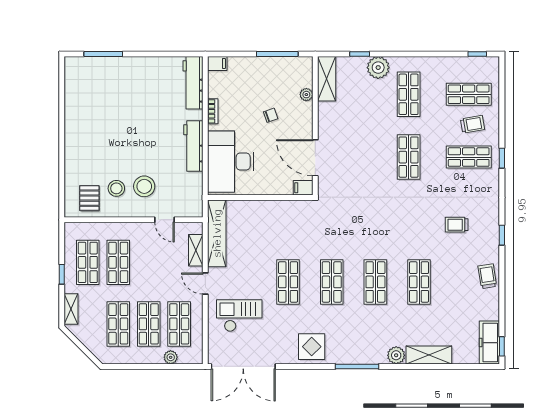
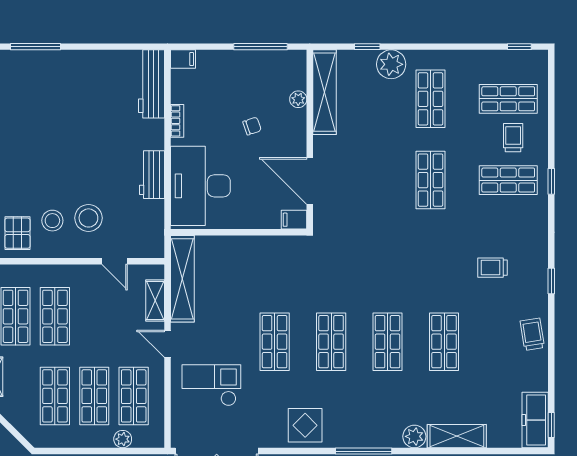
shelving: (327, 79) -> (324, 92), width x1.47
trolley: (472, 124) -> (513, 138), turned -80
workbench: (193, 146) -> (152, 175), width x0.73

